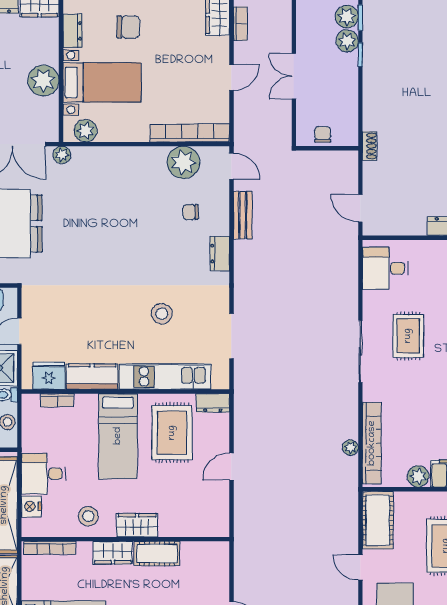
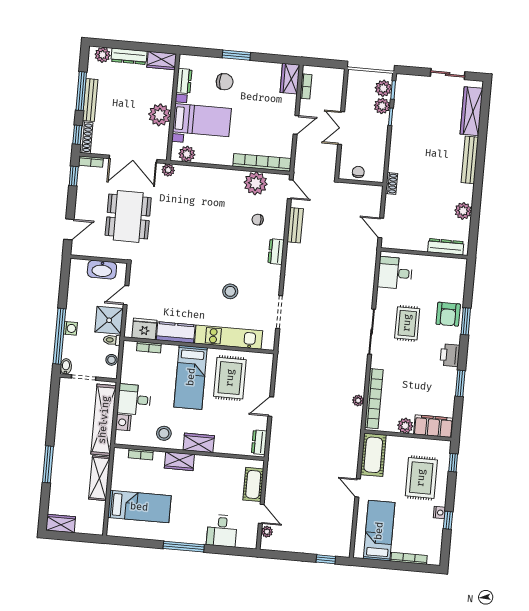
dresser: (213, 403) -> (259, 442), moved, turned 90
bookcase: (50, 548) -> (141, 454), width x0.64
cot: (157, 554) -> (253, 484), moved, turned 90

